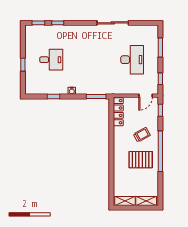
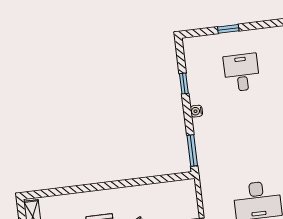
desk: (51, 60) -> (242, 73), turned 180
locker: (118, 112) -> (173, 189), removed

